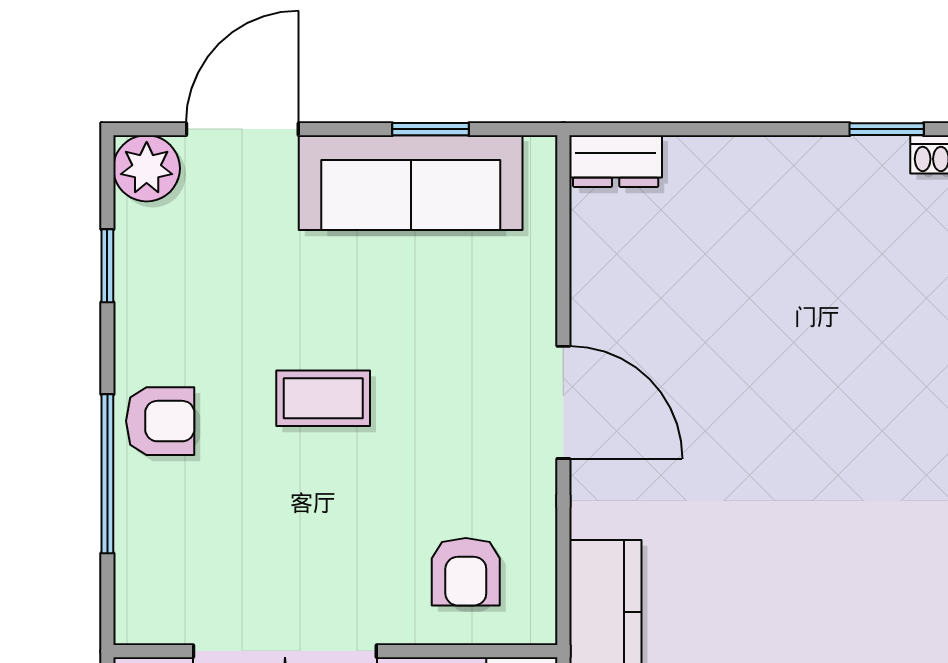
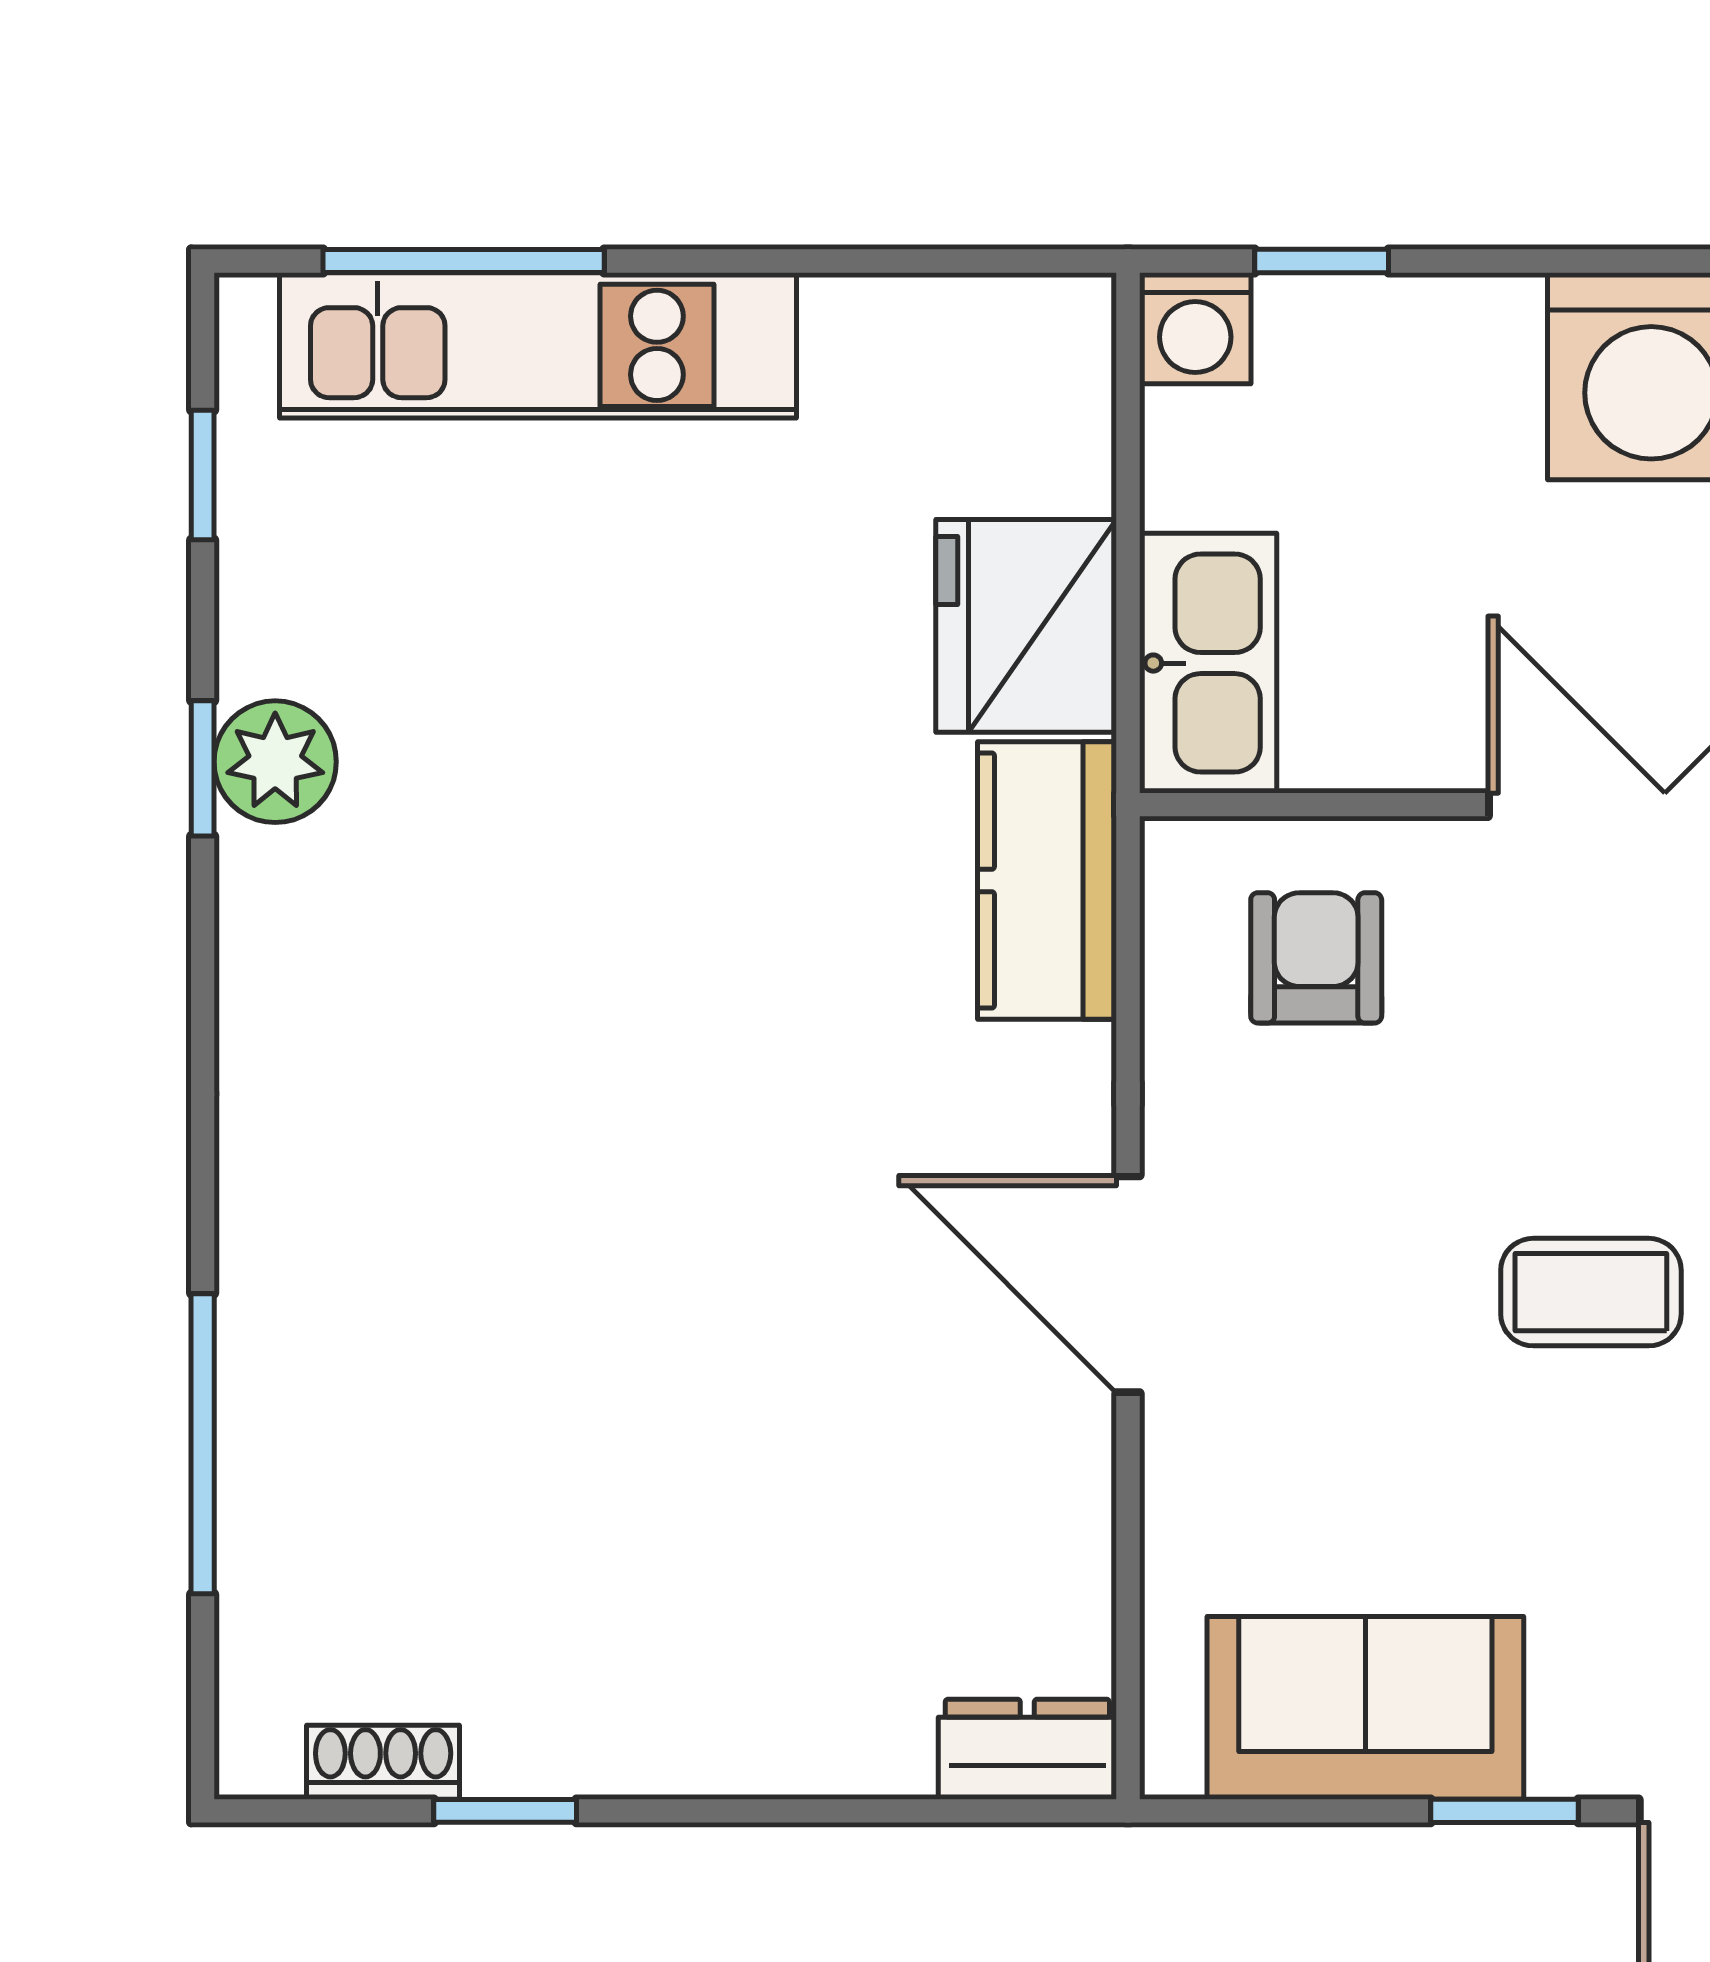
window: (431, 129) -> (1505, 1811), moved
sofa: (411, 183) -> (1365, 1708), width x0.73

